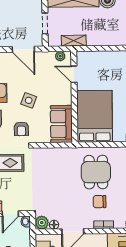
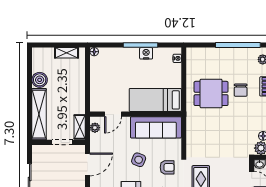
shelving: (74, 41) -> (80, 127), moved
bed: (95, 116) -> (155, 100), width x0.67
sofa: (61, 124) -> (156, 127), width x1.36

